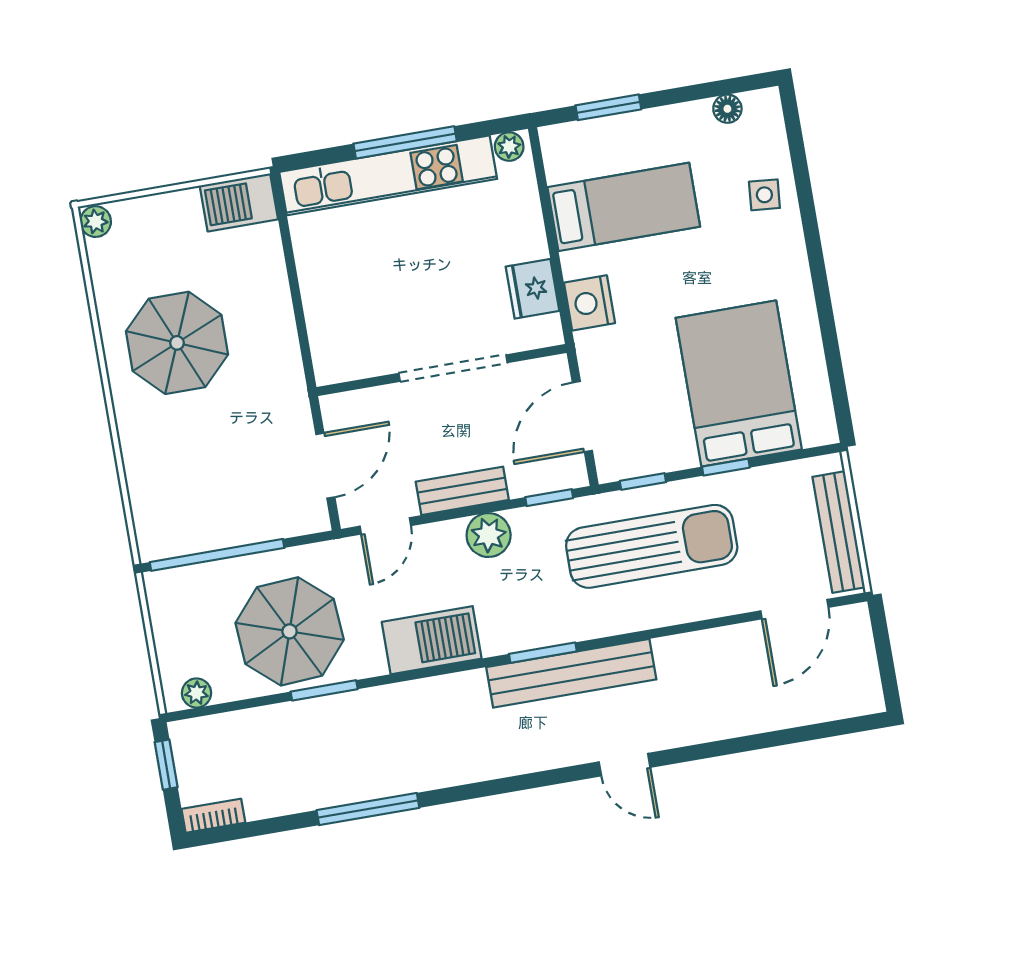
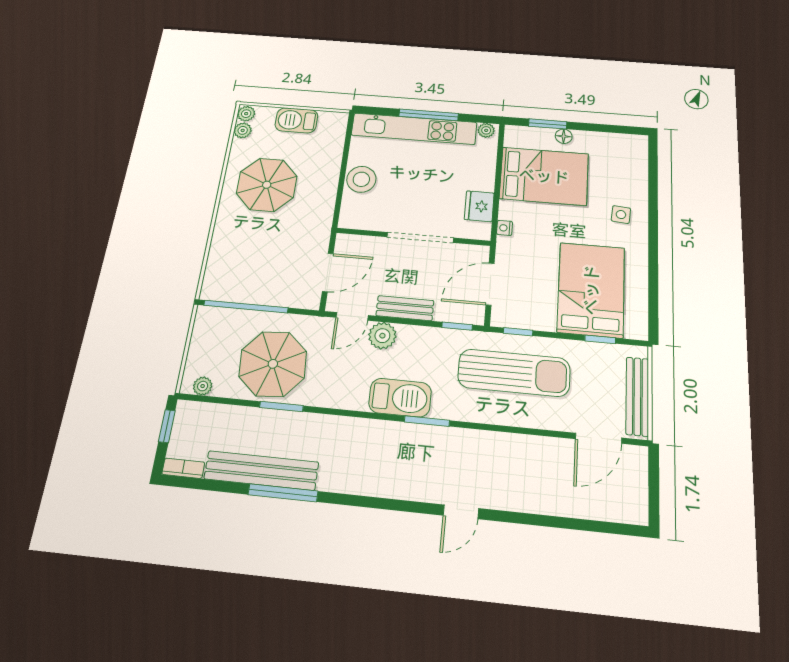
floor lamp: (727, 109) -> (564, 136), moved
side table: (764, 195) -> (621, 215), moved
barbecue: (239, 202) -> (296, 120), moved
bed: (624, 207) -> (544, 176), width x1.50
plant: (101, 255) -> (243, 130), added
stool: (329, 292) -> (361, 179), added
nightstand: (589, 303) -> (505, 228), width x0.53, depth x0.56
window: (726, 467) -> (600, 339), moved
plant: (489, 535) -> (382, 336), moved
barbecue: (432, 640) -> (400, 398), moved
bench: (571, 673) -> (261, 470), moved
door: (625, 765) -> (461, 512), hinge flipped

